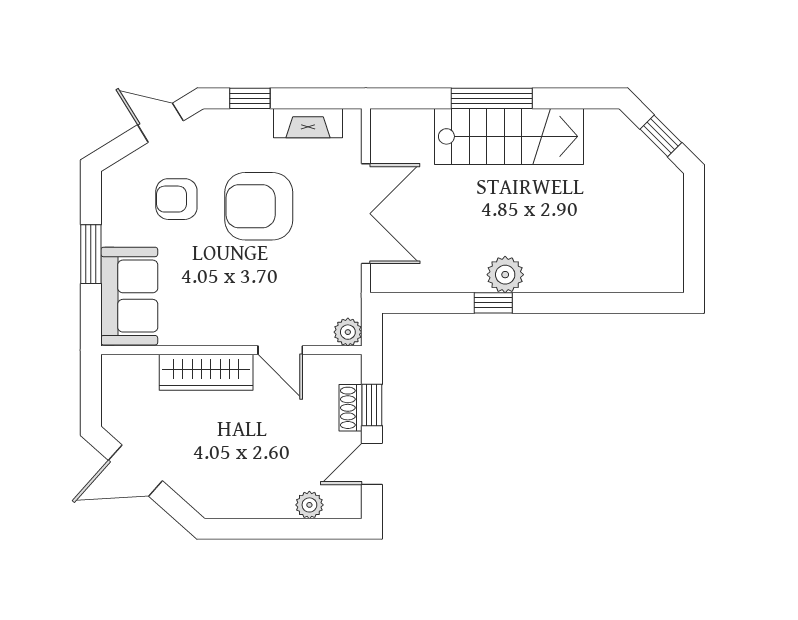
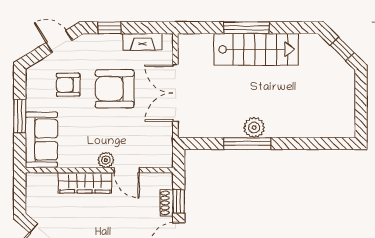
double door: (366, 214) -> (175, 93), swing flipped
window: (493, 303) -> (247, 144), width x2.17
plant: (348, 332) -> (106, 160), moved

